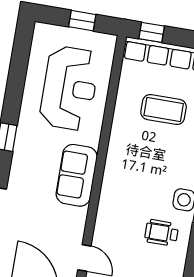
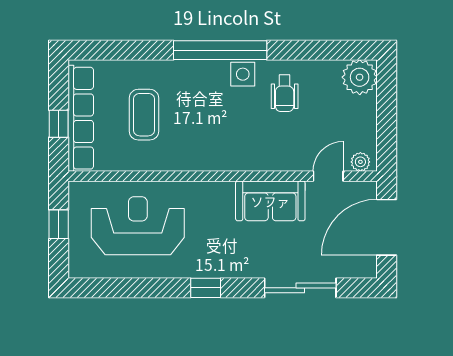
window: (152, 32) -> (59, 124), moved
sofa: (77, 175) -> (270, 201), moved

